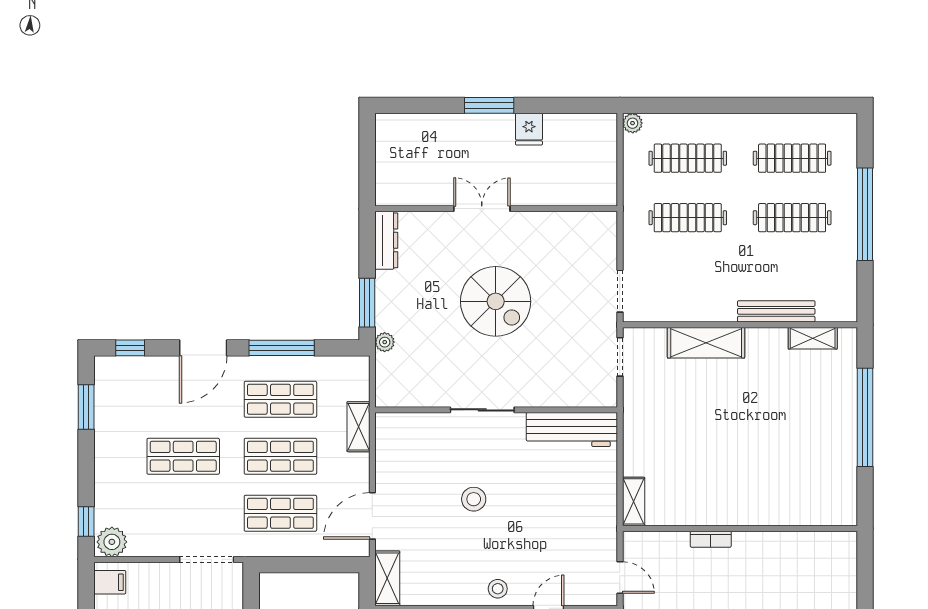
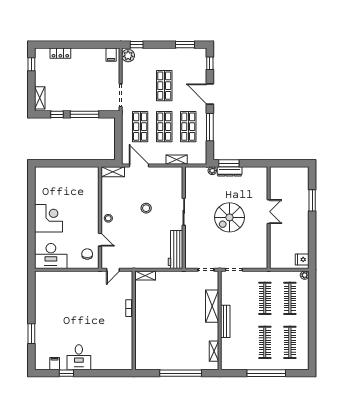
window: (489, 105) -> (312, 200), moved
fridge: (529, 129) -> (302, 259), moved
dresser: (386, 240) -> (230, 171), moved
bench: (776, 311) -> (225, 321), moved

